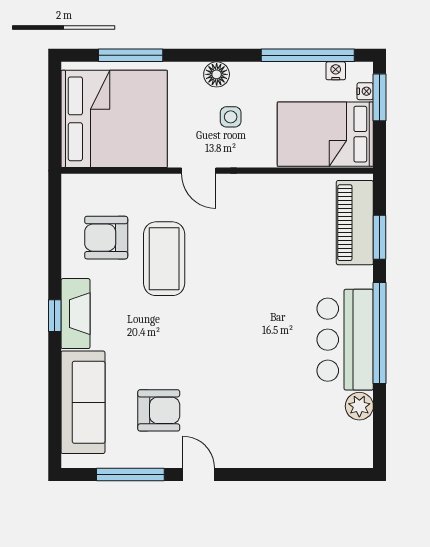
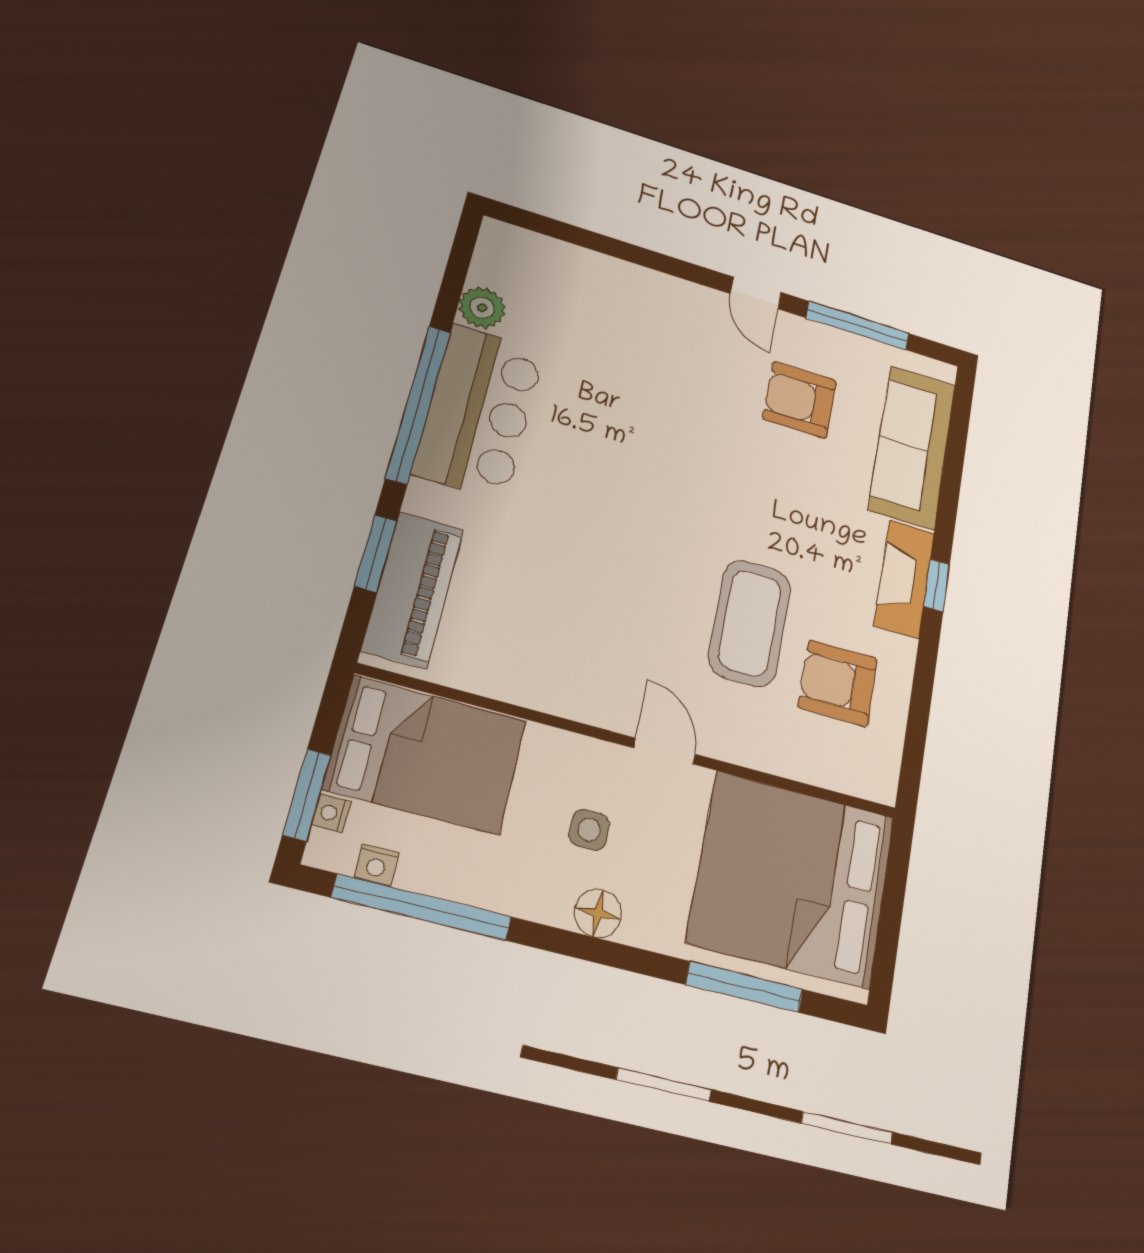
armchair: (106, 238) -> (838, 683), turned 180

